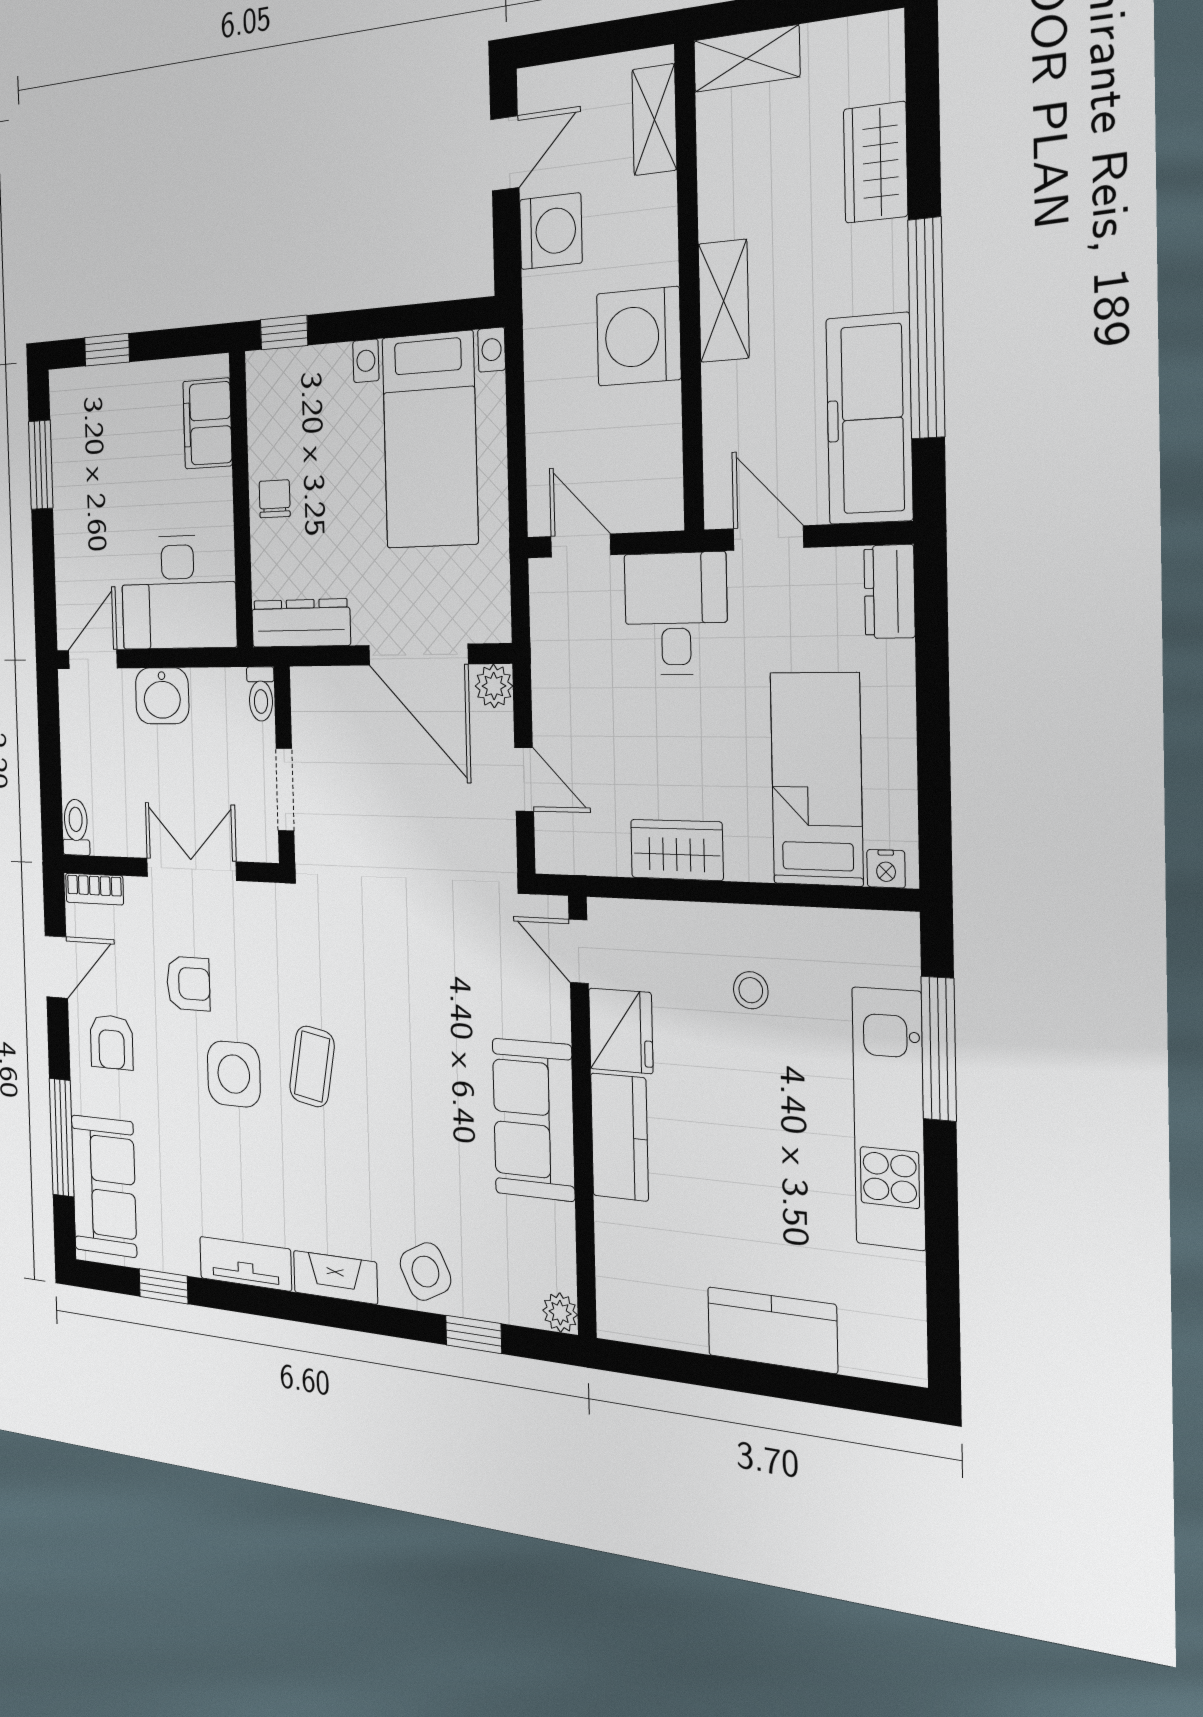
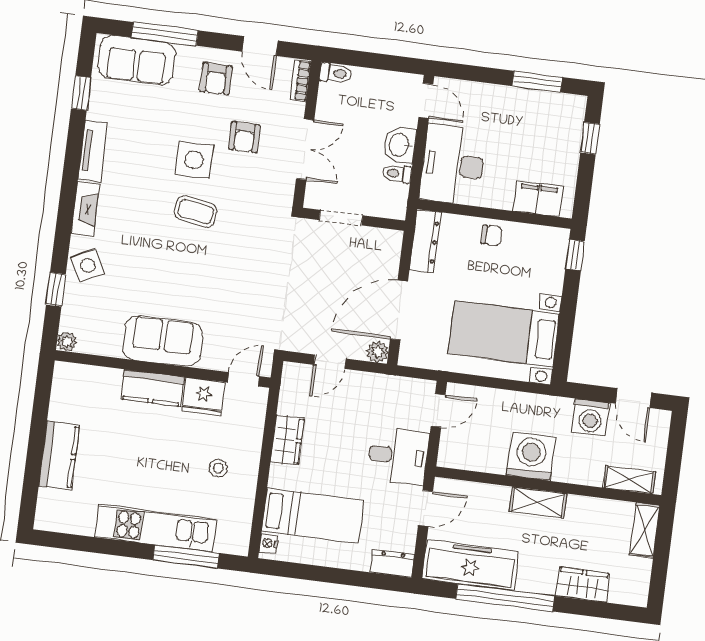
toilet: (261, 694) -> (397, 174), moved
armchair: (111, 1042) -> (216, 79), turned -90

